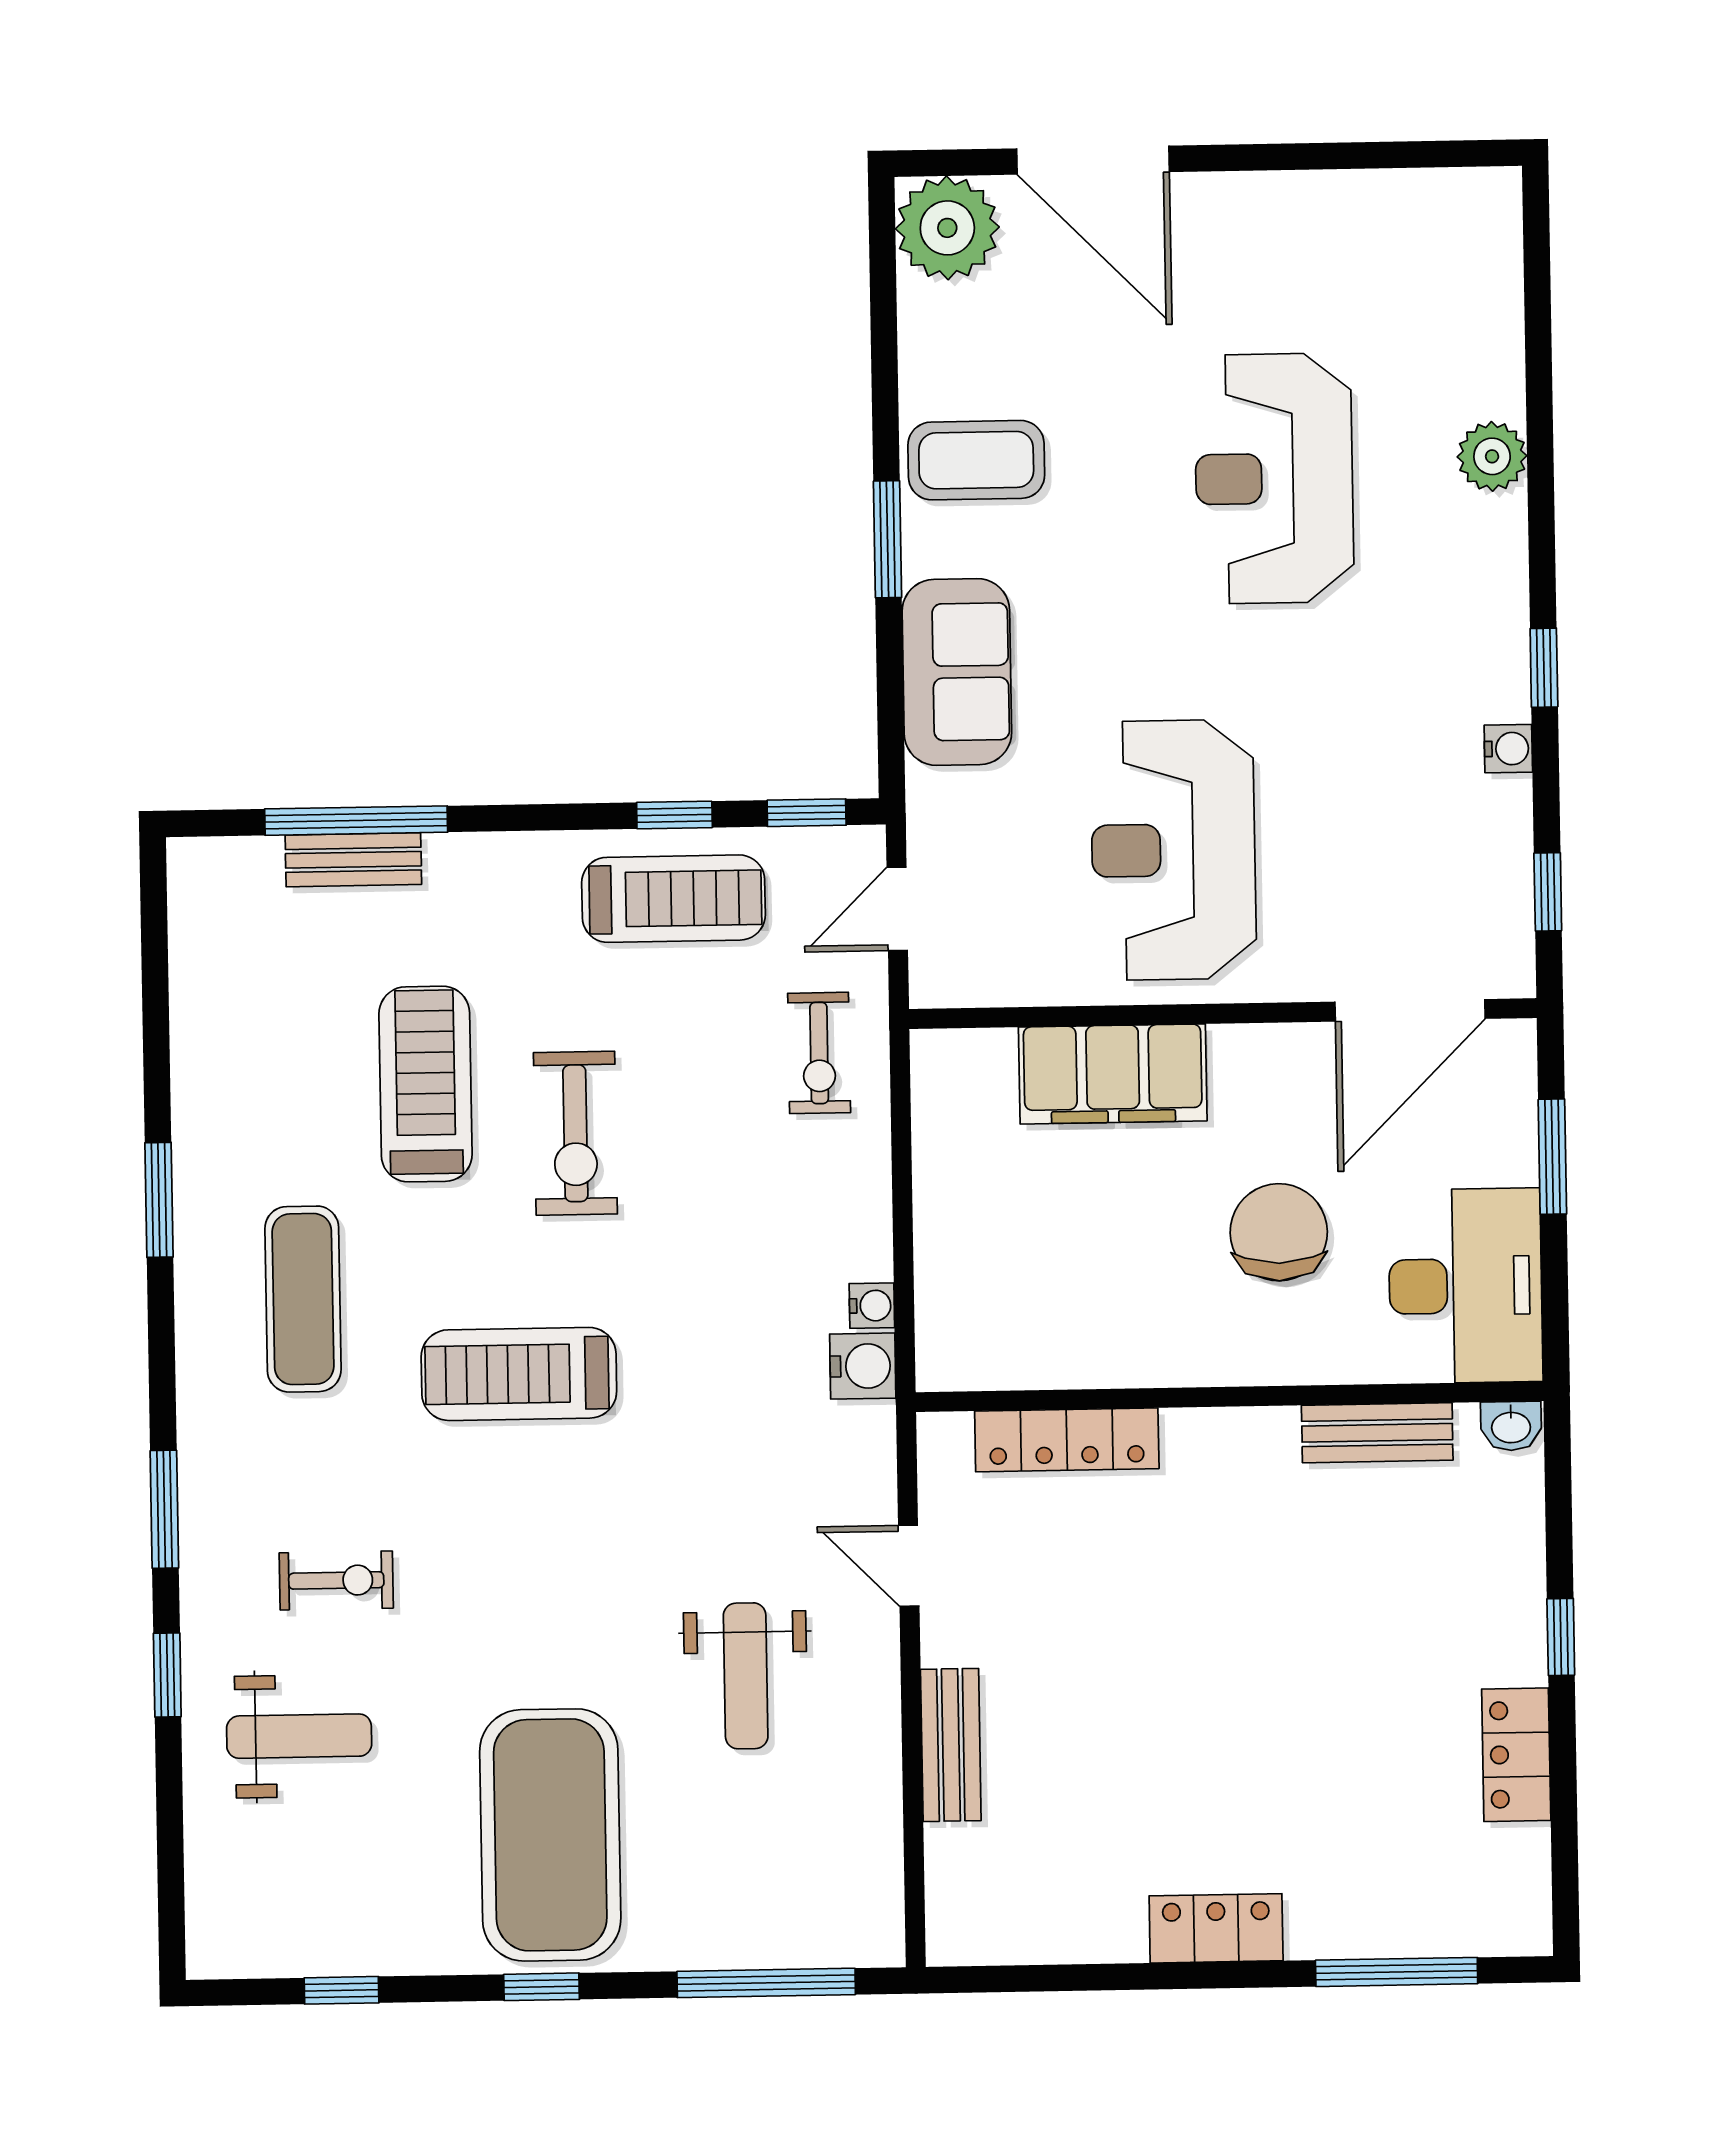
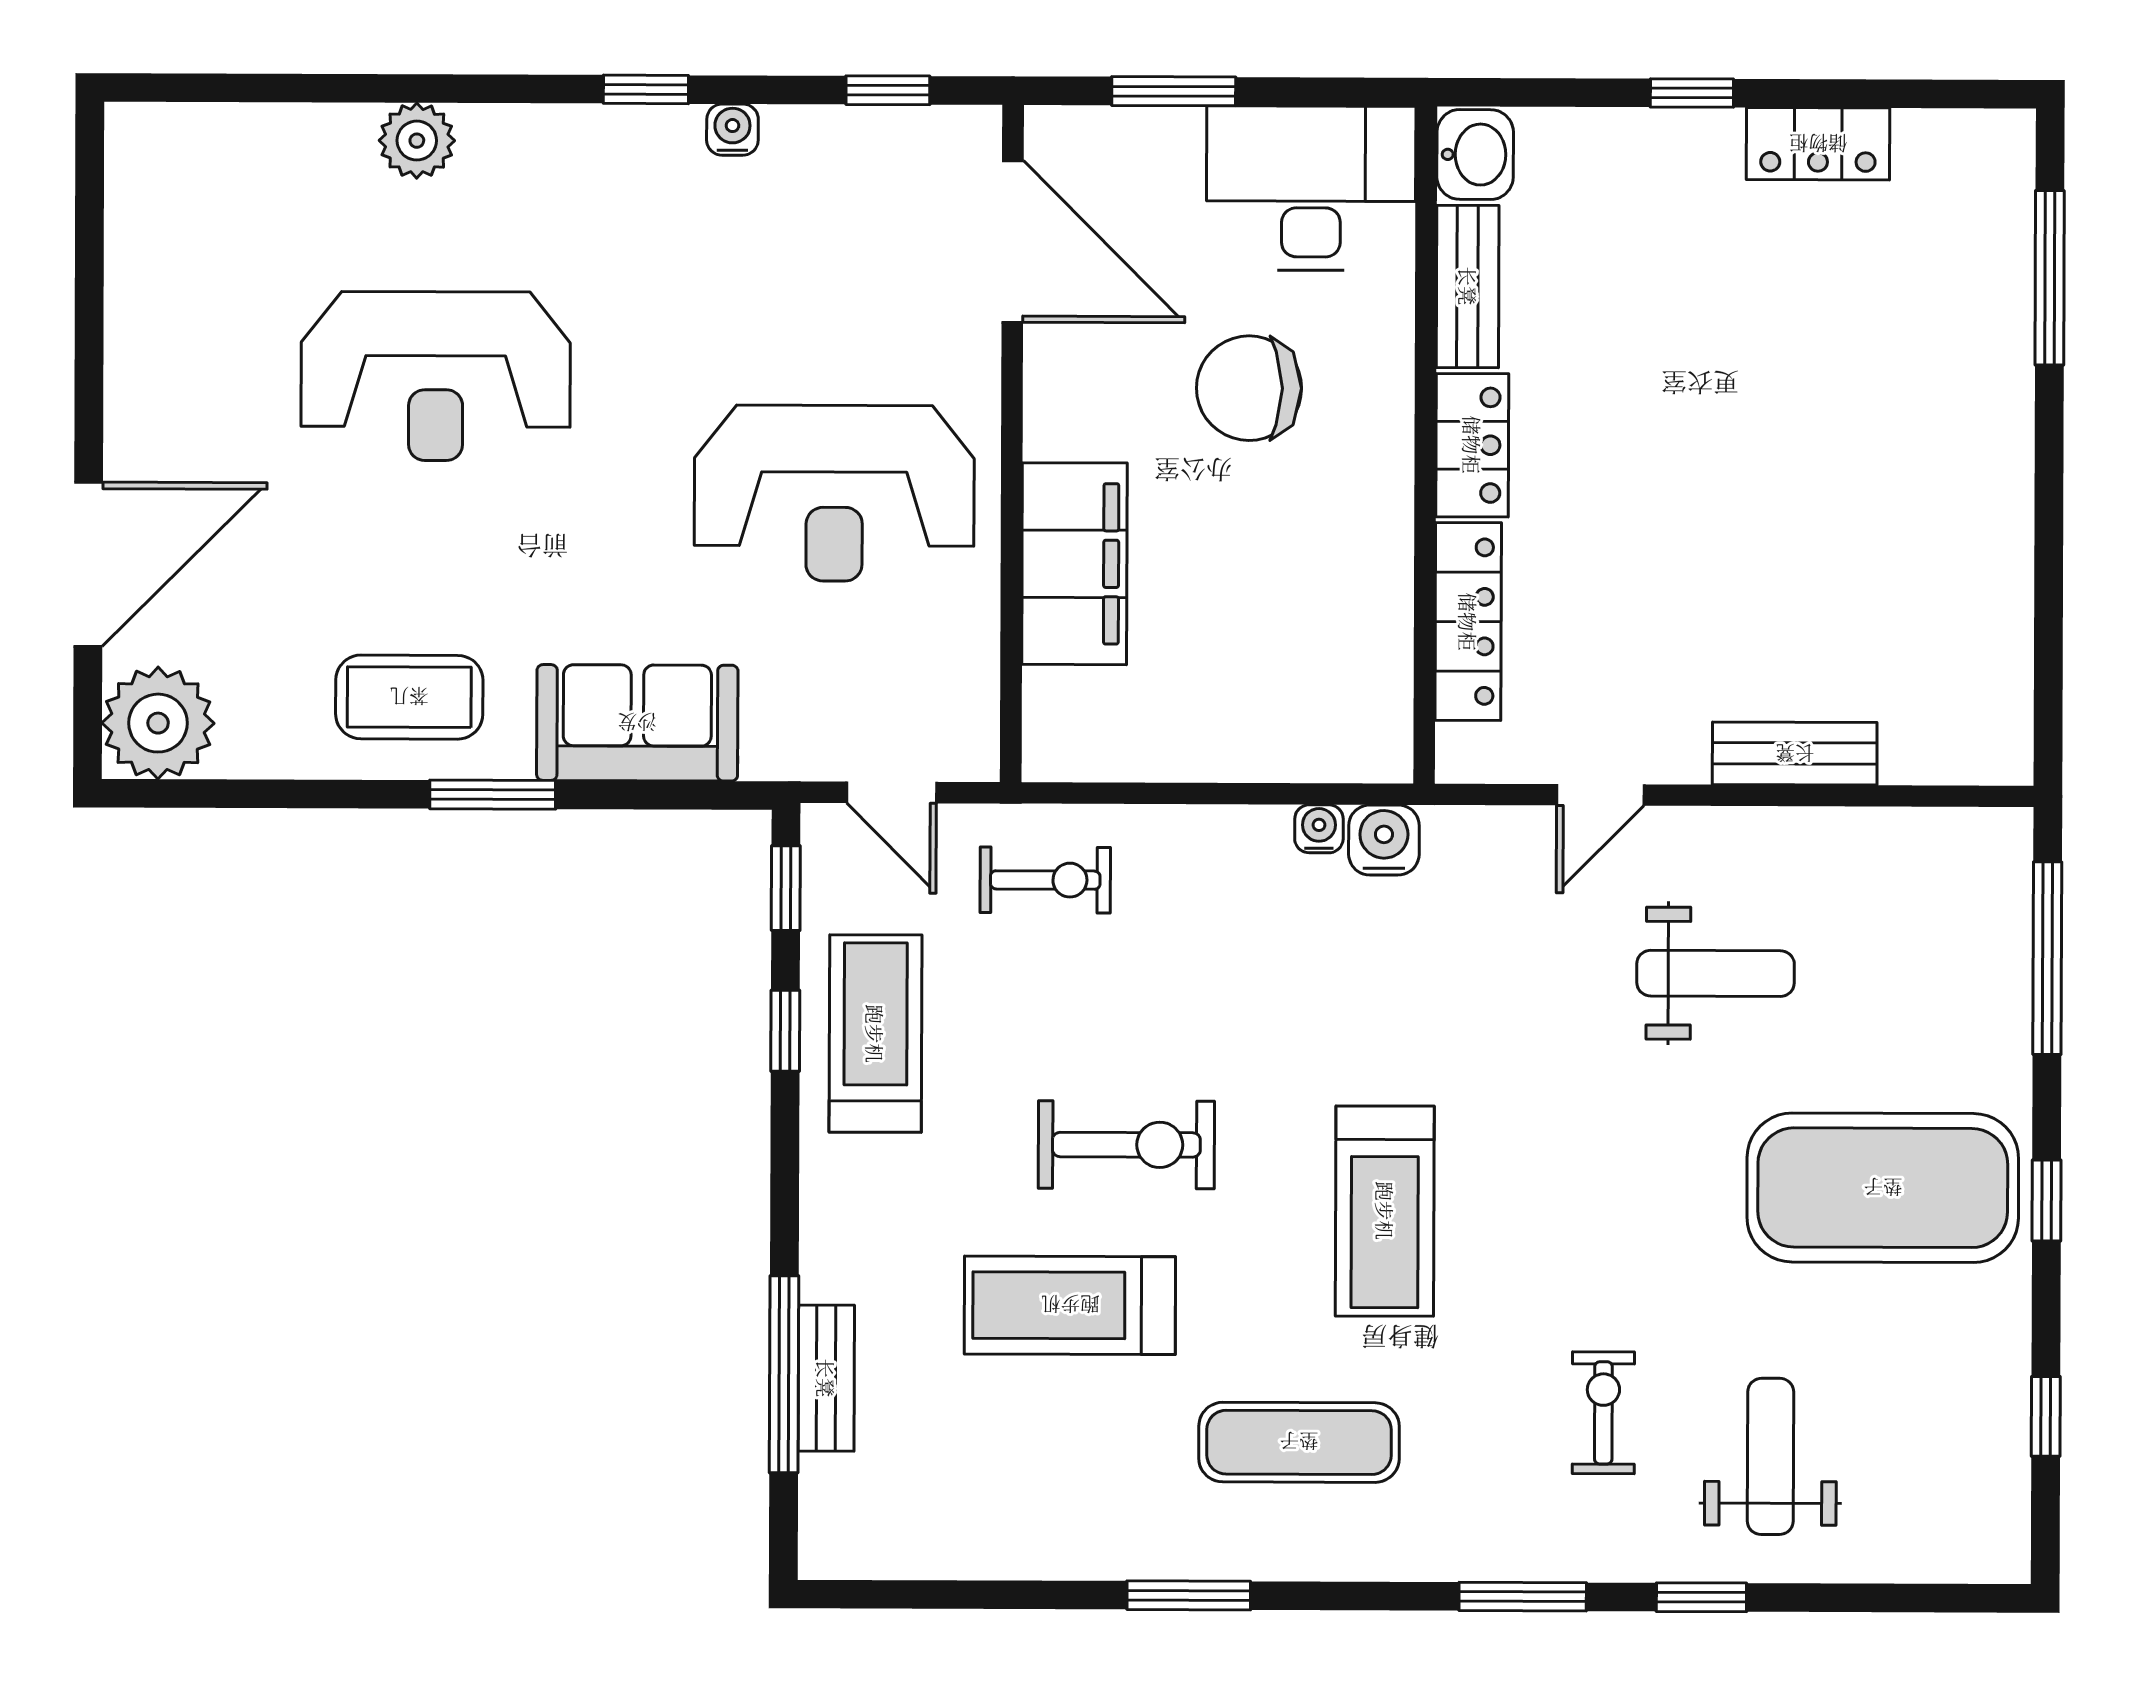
coffee table: (976, 460) -> (409, 697), turned 90
washbasin: (1511, 1426) -> (1475, 155), width x1.38, depth x1.45
locker: (1216, 1928) -> (1472, 445), moved, turned 180

